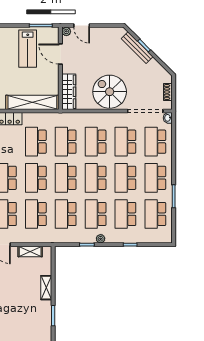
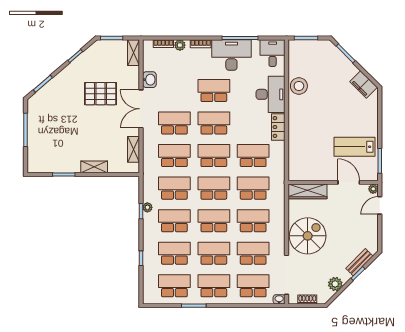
bench: (137, 48) -> (359, 262), width x0.73
door: (60, 54) -> (349, 182), hinge flipped
plant: (154, 66) -> (335, 284), added
shelving: (32, 102) -> (296, 152), removed
plant: (101, 239) -> (147, 207), moved

